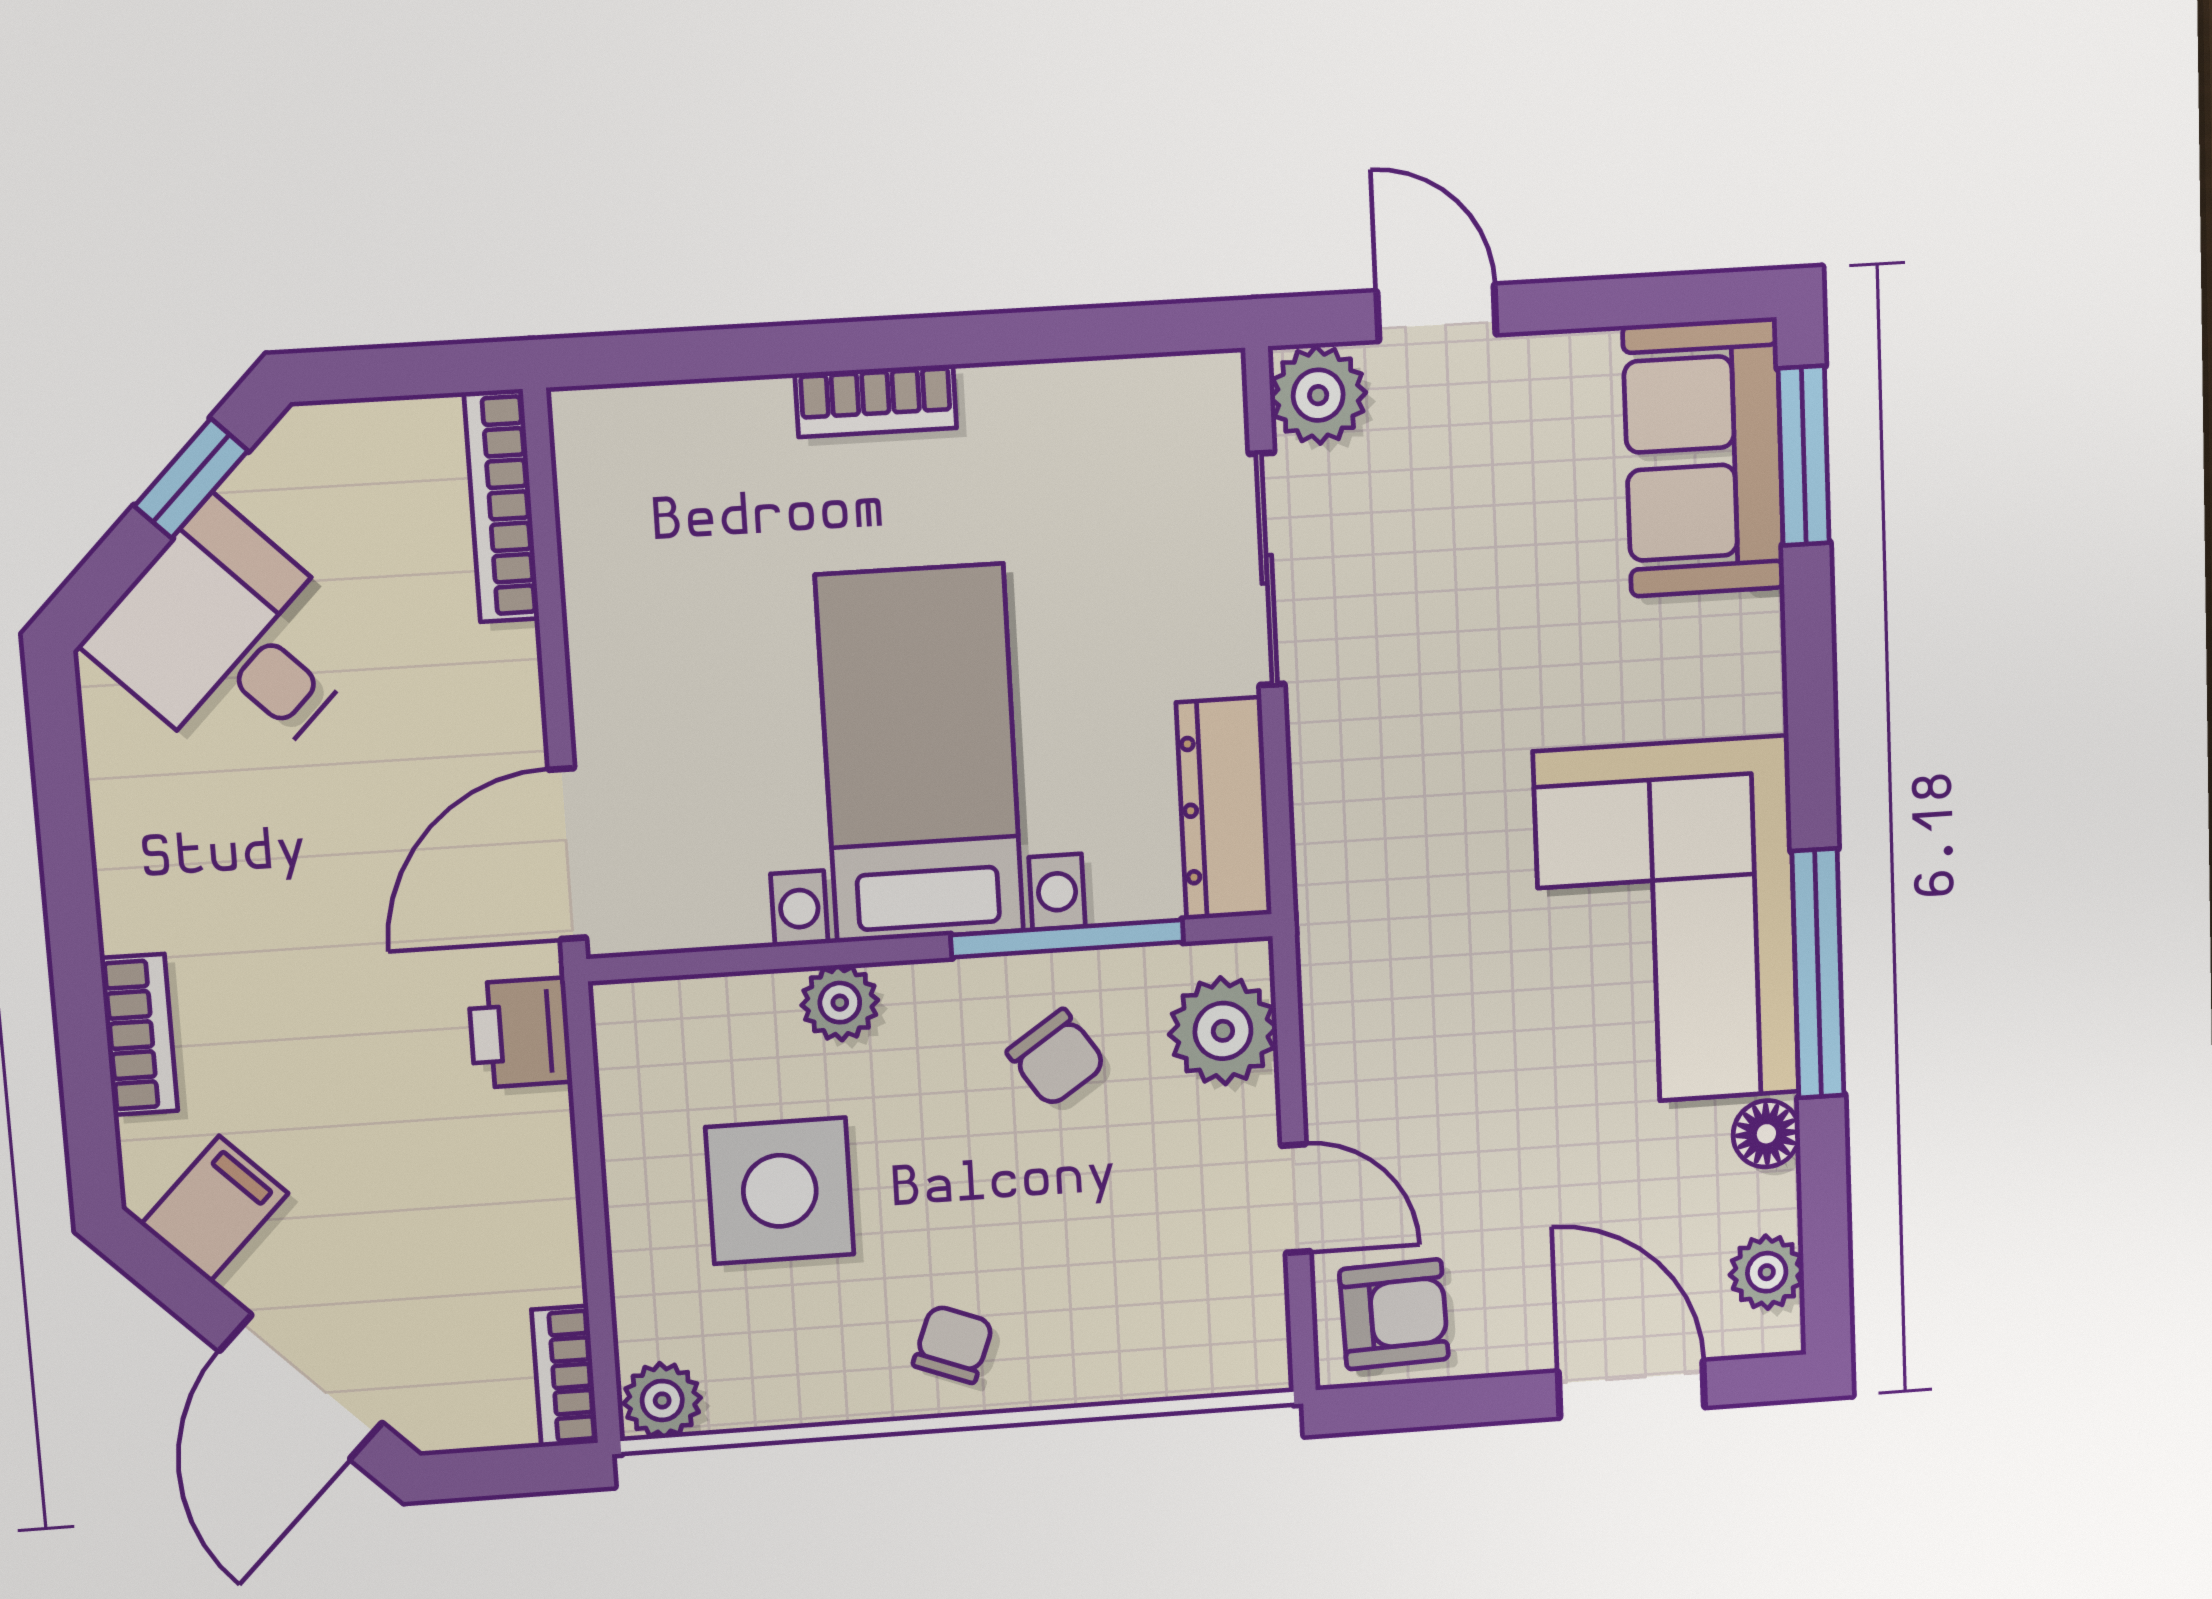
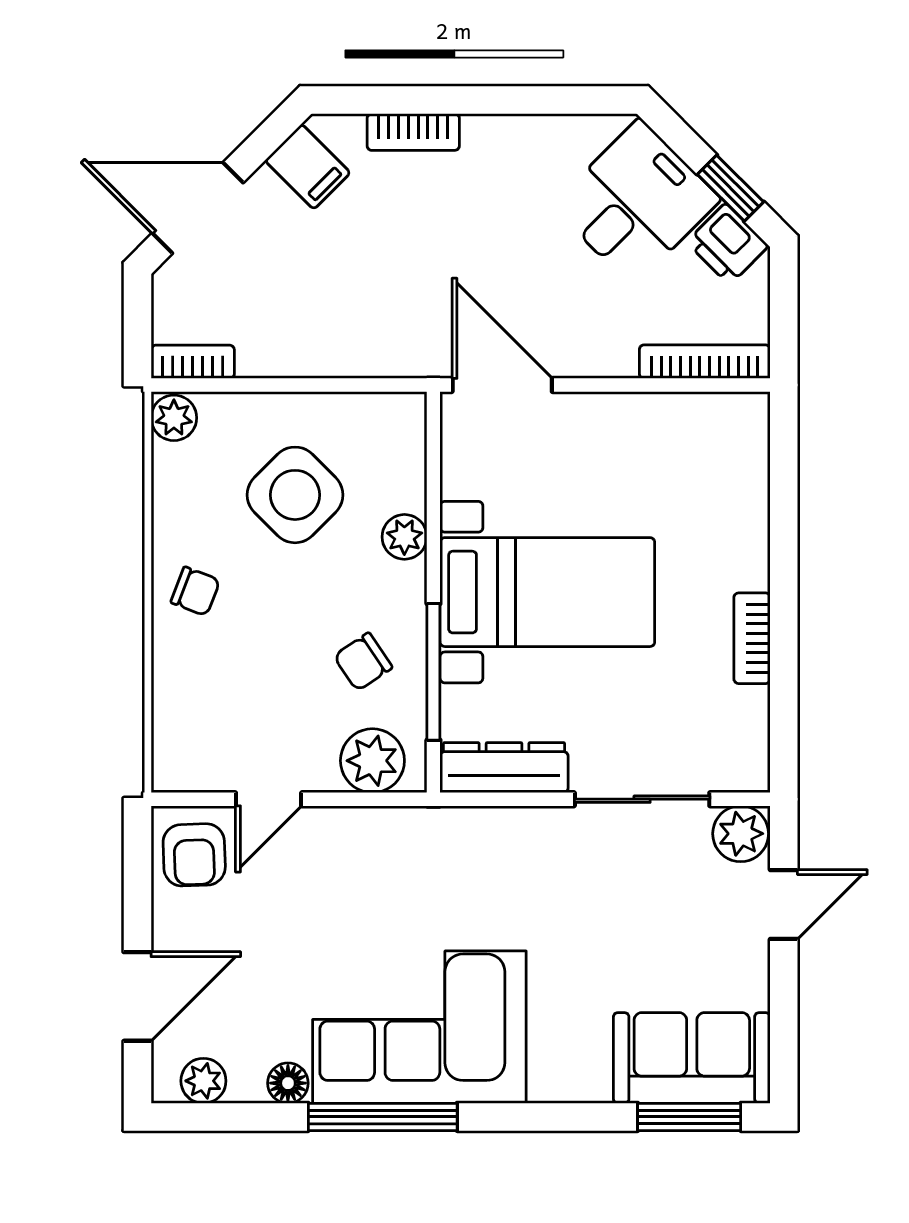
bookcase: (876, 401) -> (752, 638), moved
printer: (520, 1033) -> (727, 244), moved, turned -135
side table: (780, 1191) -> (295, 495), turned 45

